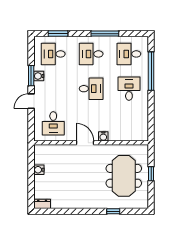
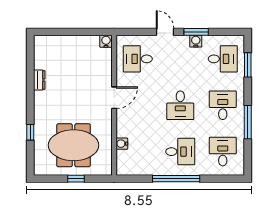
desk: (53, 54) -> (223, 59), turned 90
window: (151, 71) -> (176, 179), moved
water cooler: (103, 136) -> (122, 144), moved
water cooler: (39, 170) -> (106, 41), moved
dresser: (42, 204) -> (39, 80), moved

